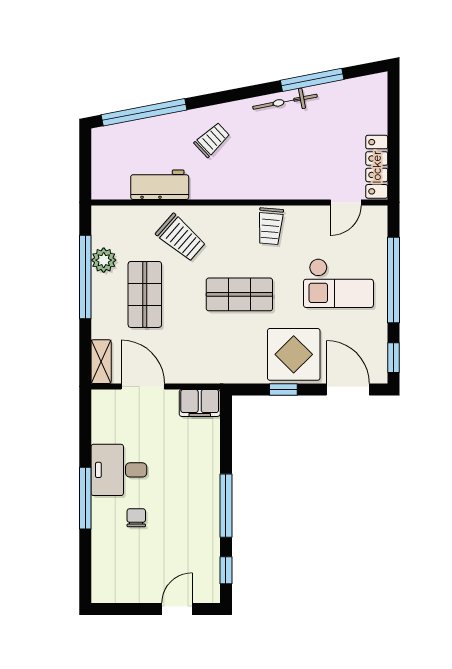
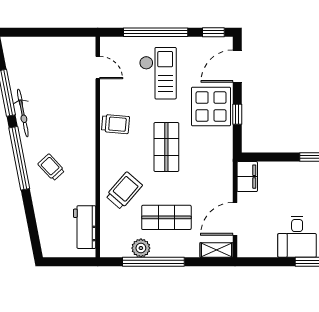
window: (144, 112) -> (19, 158), moved
locker: (377, 167) -> (71, 45), removed
workbench: (160, 185) -> (85, 227), moved

